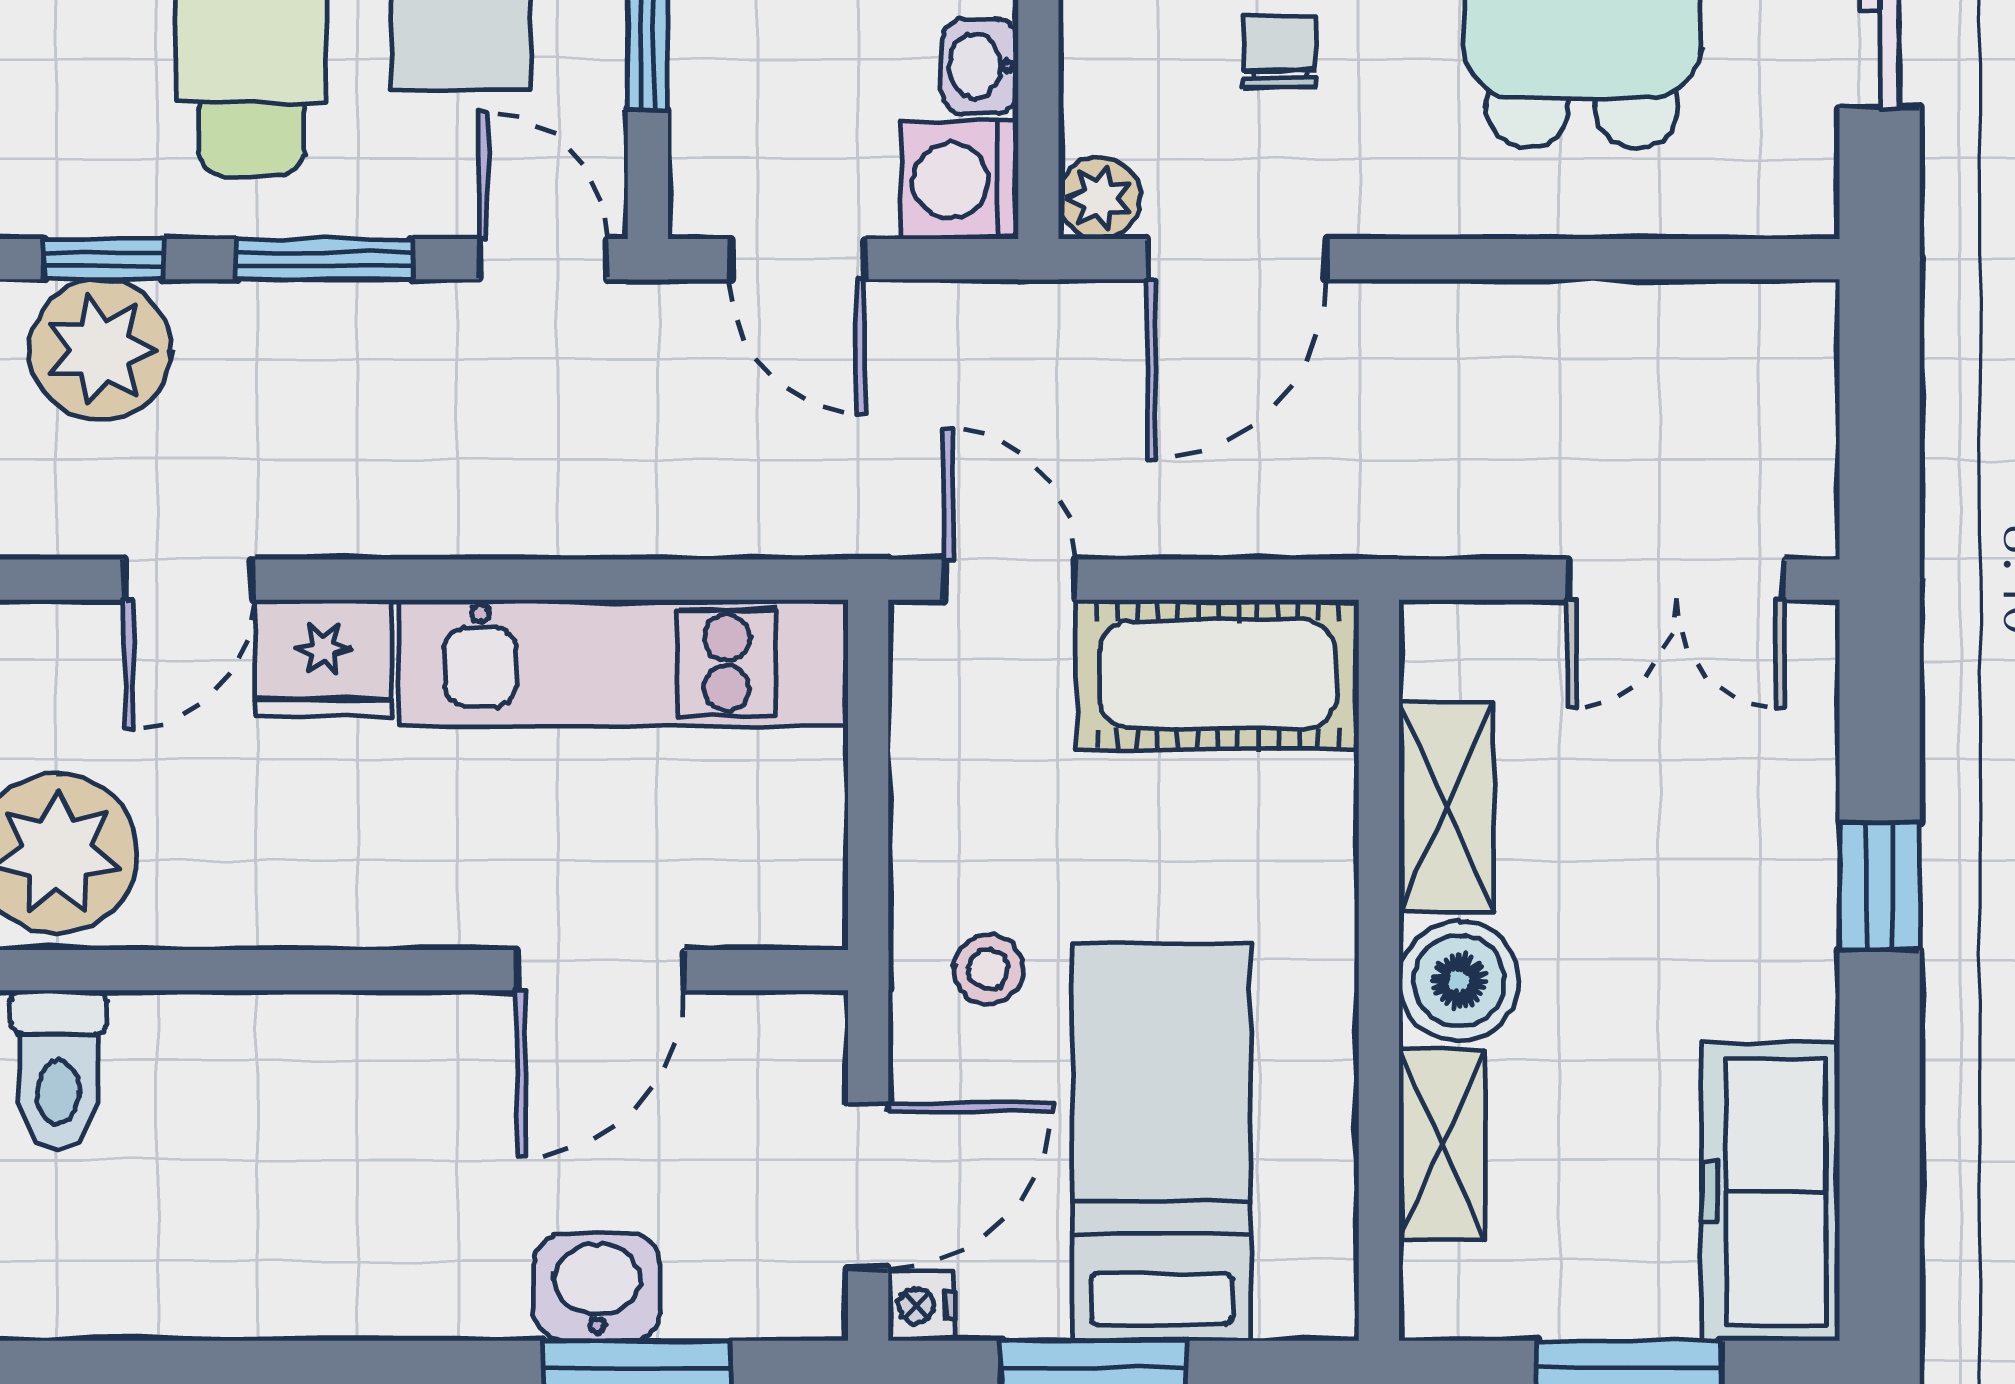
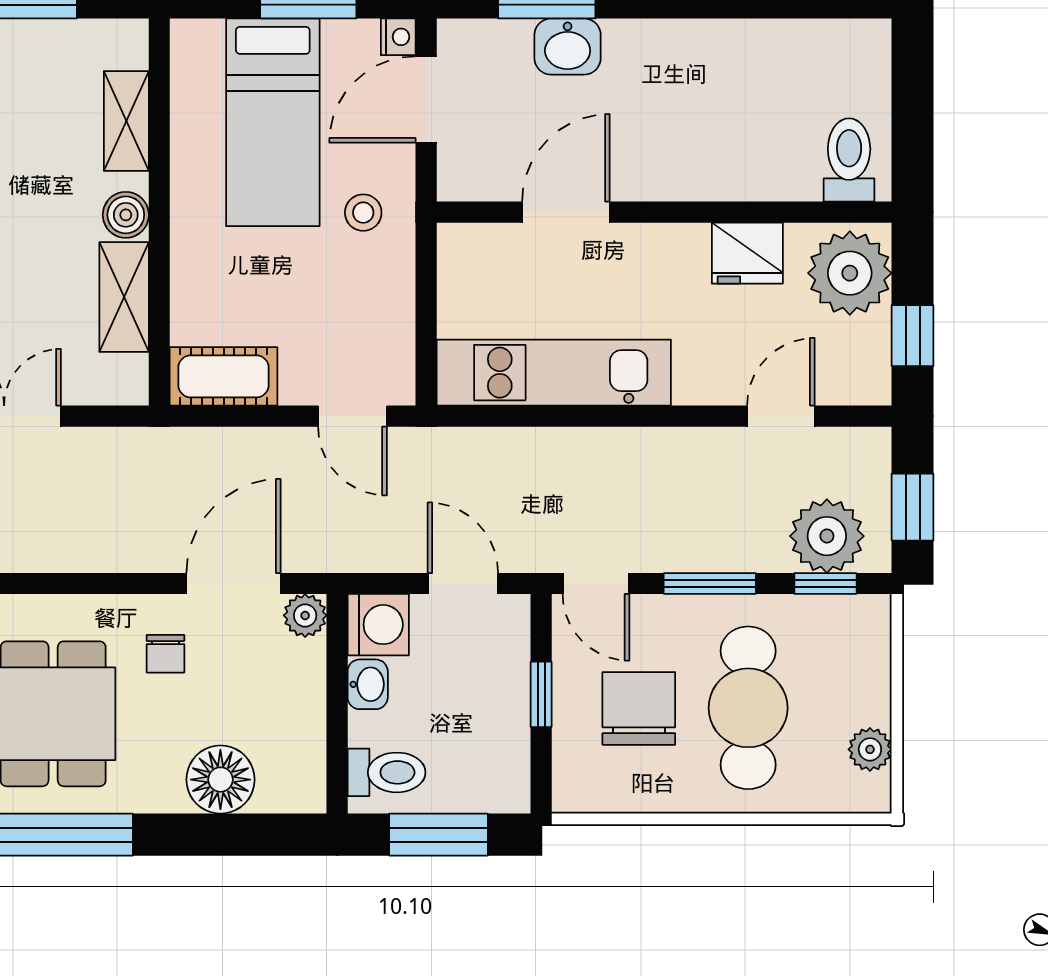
chair: (1280, 52) -> (166, 654), moved
fridge: (323, 658) -> (747, 253), moved, turned 180
cot: (1218, 675) -> (224, 376), width x0.73, depth x0.75
boiler: (1459, 981) -> (126, 215), width x0.73, depth x0.73

